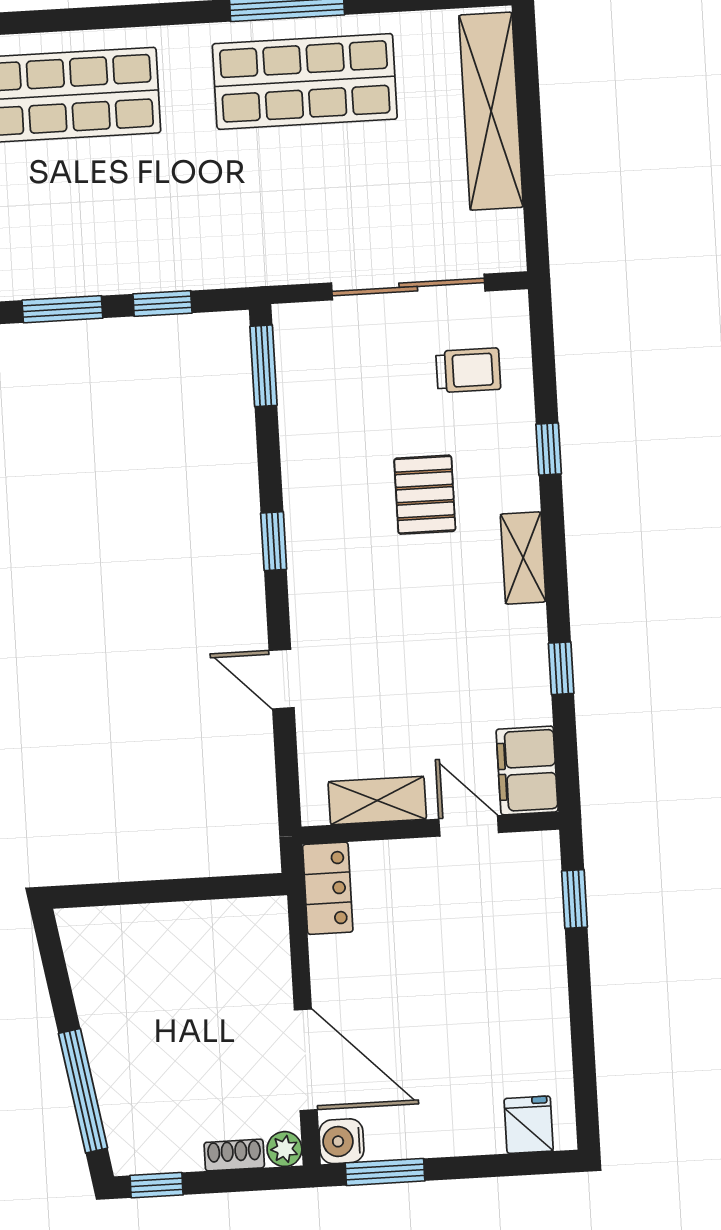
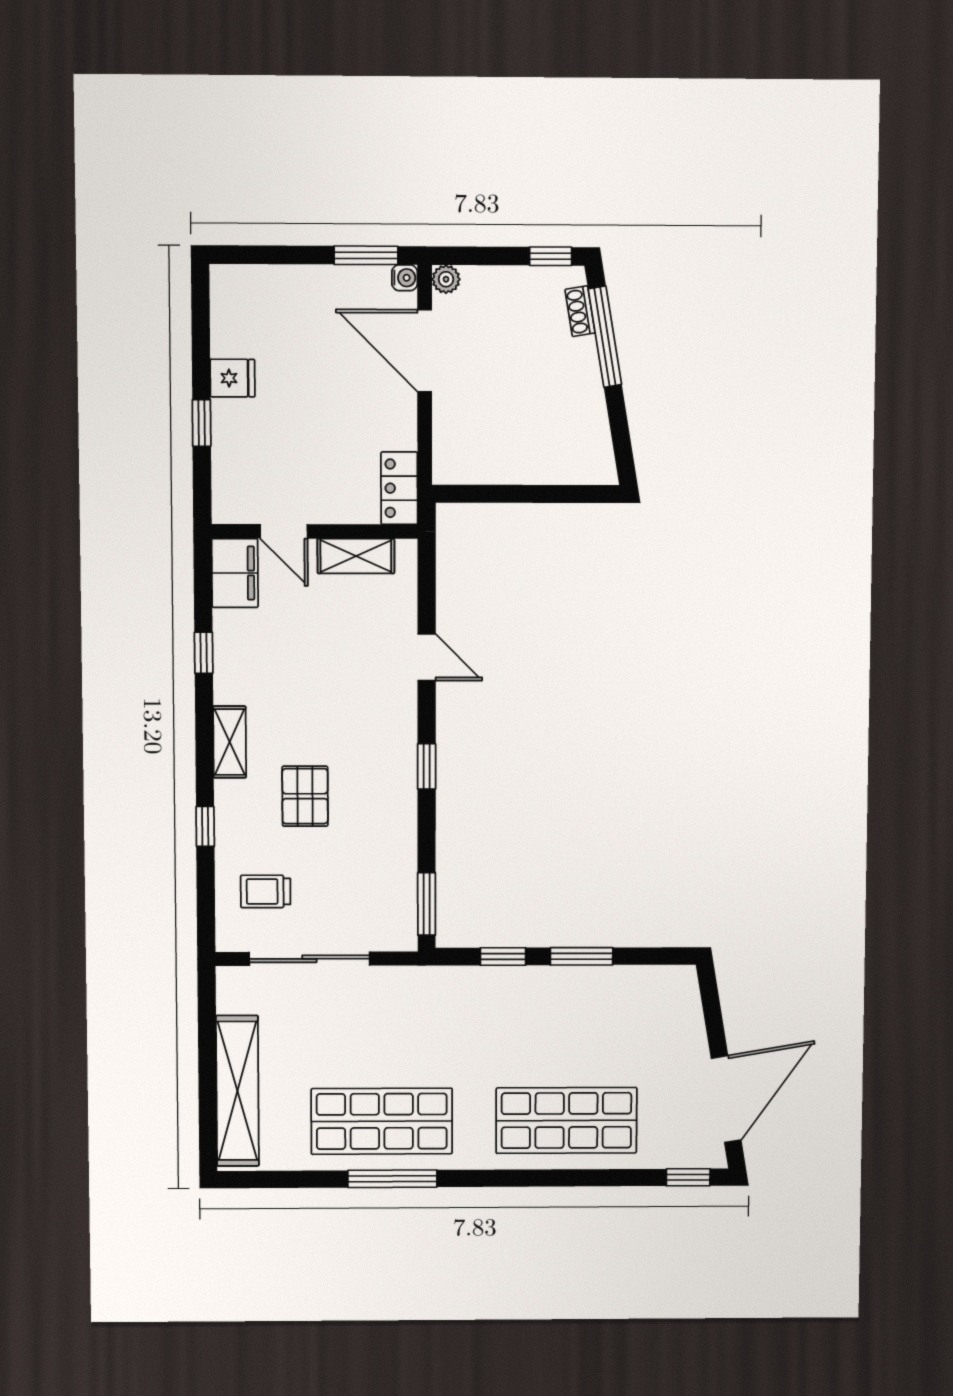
window: (575, 899) -> (202, 423), moved
fridge: (529, 1125) -> (233, 378), moved, turned -90
water cooler: (342, 1141) -> (405, 278), width x0.72, depth x0.72
shoe rack: (234, 1155) -> (580, 311), moved, turned 80

